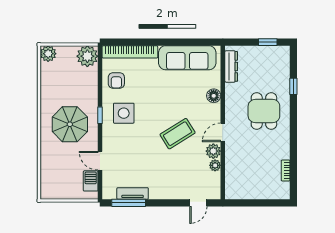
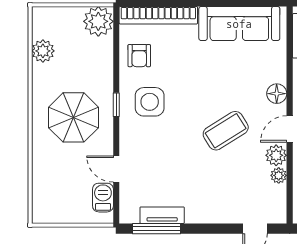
plant: (48, 54) -> (43, 51), moved
floor lamp: (214, 96) -> (277, 94), moved

